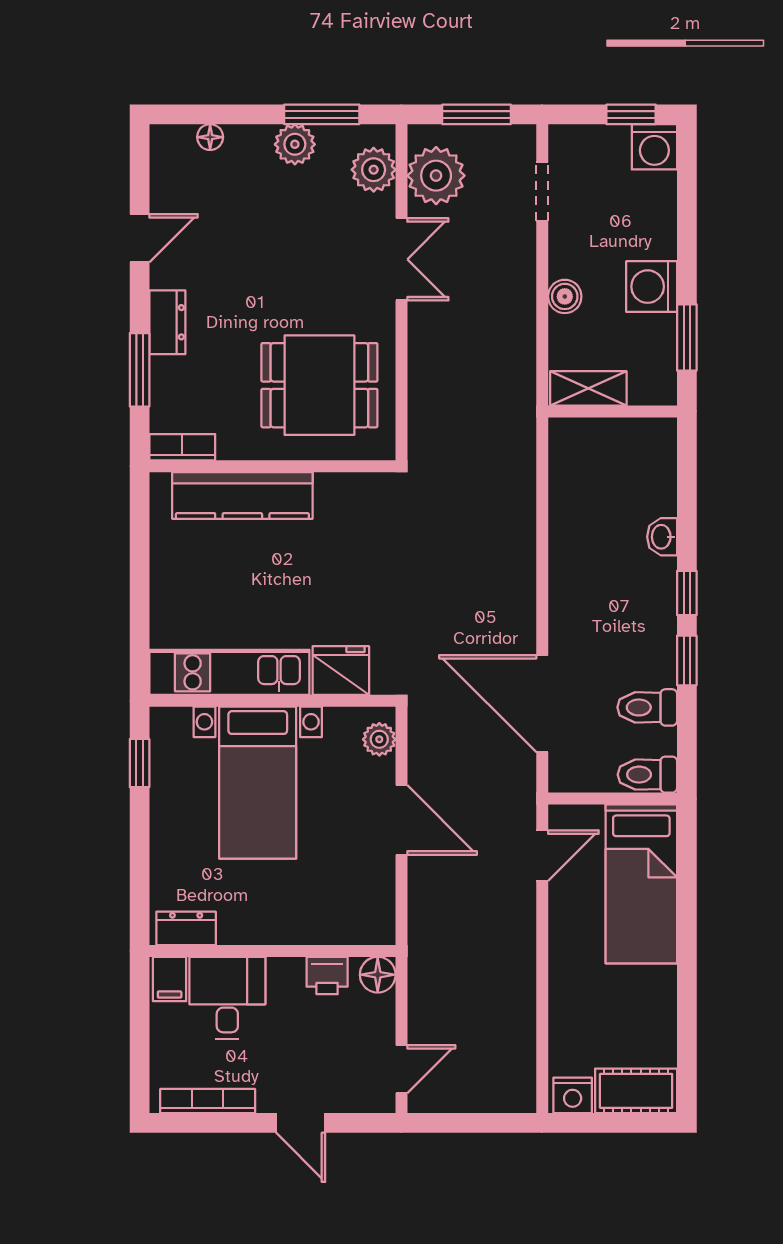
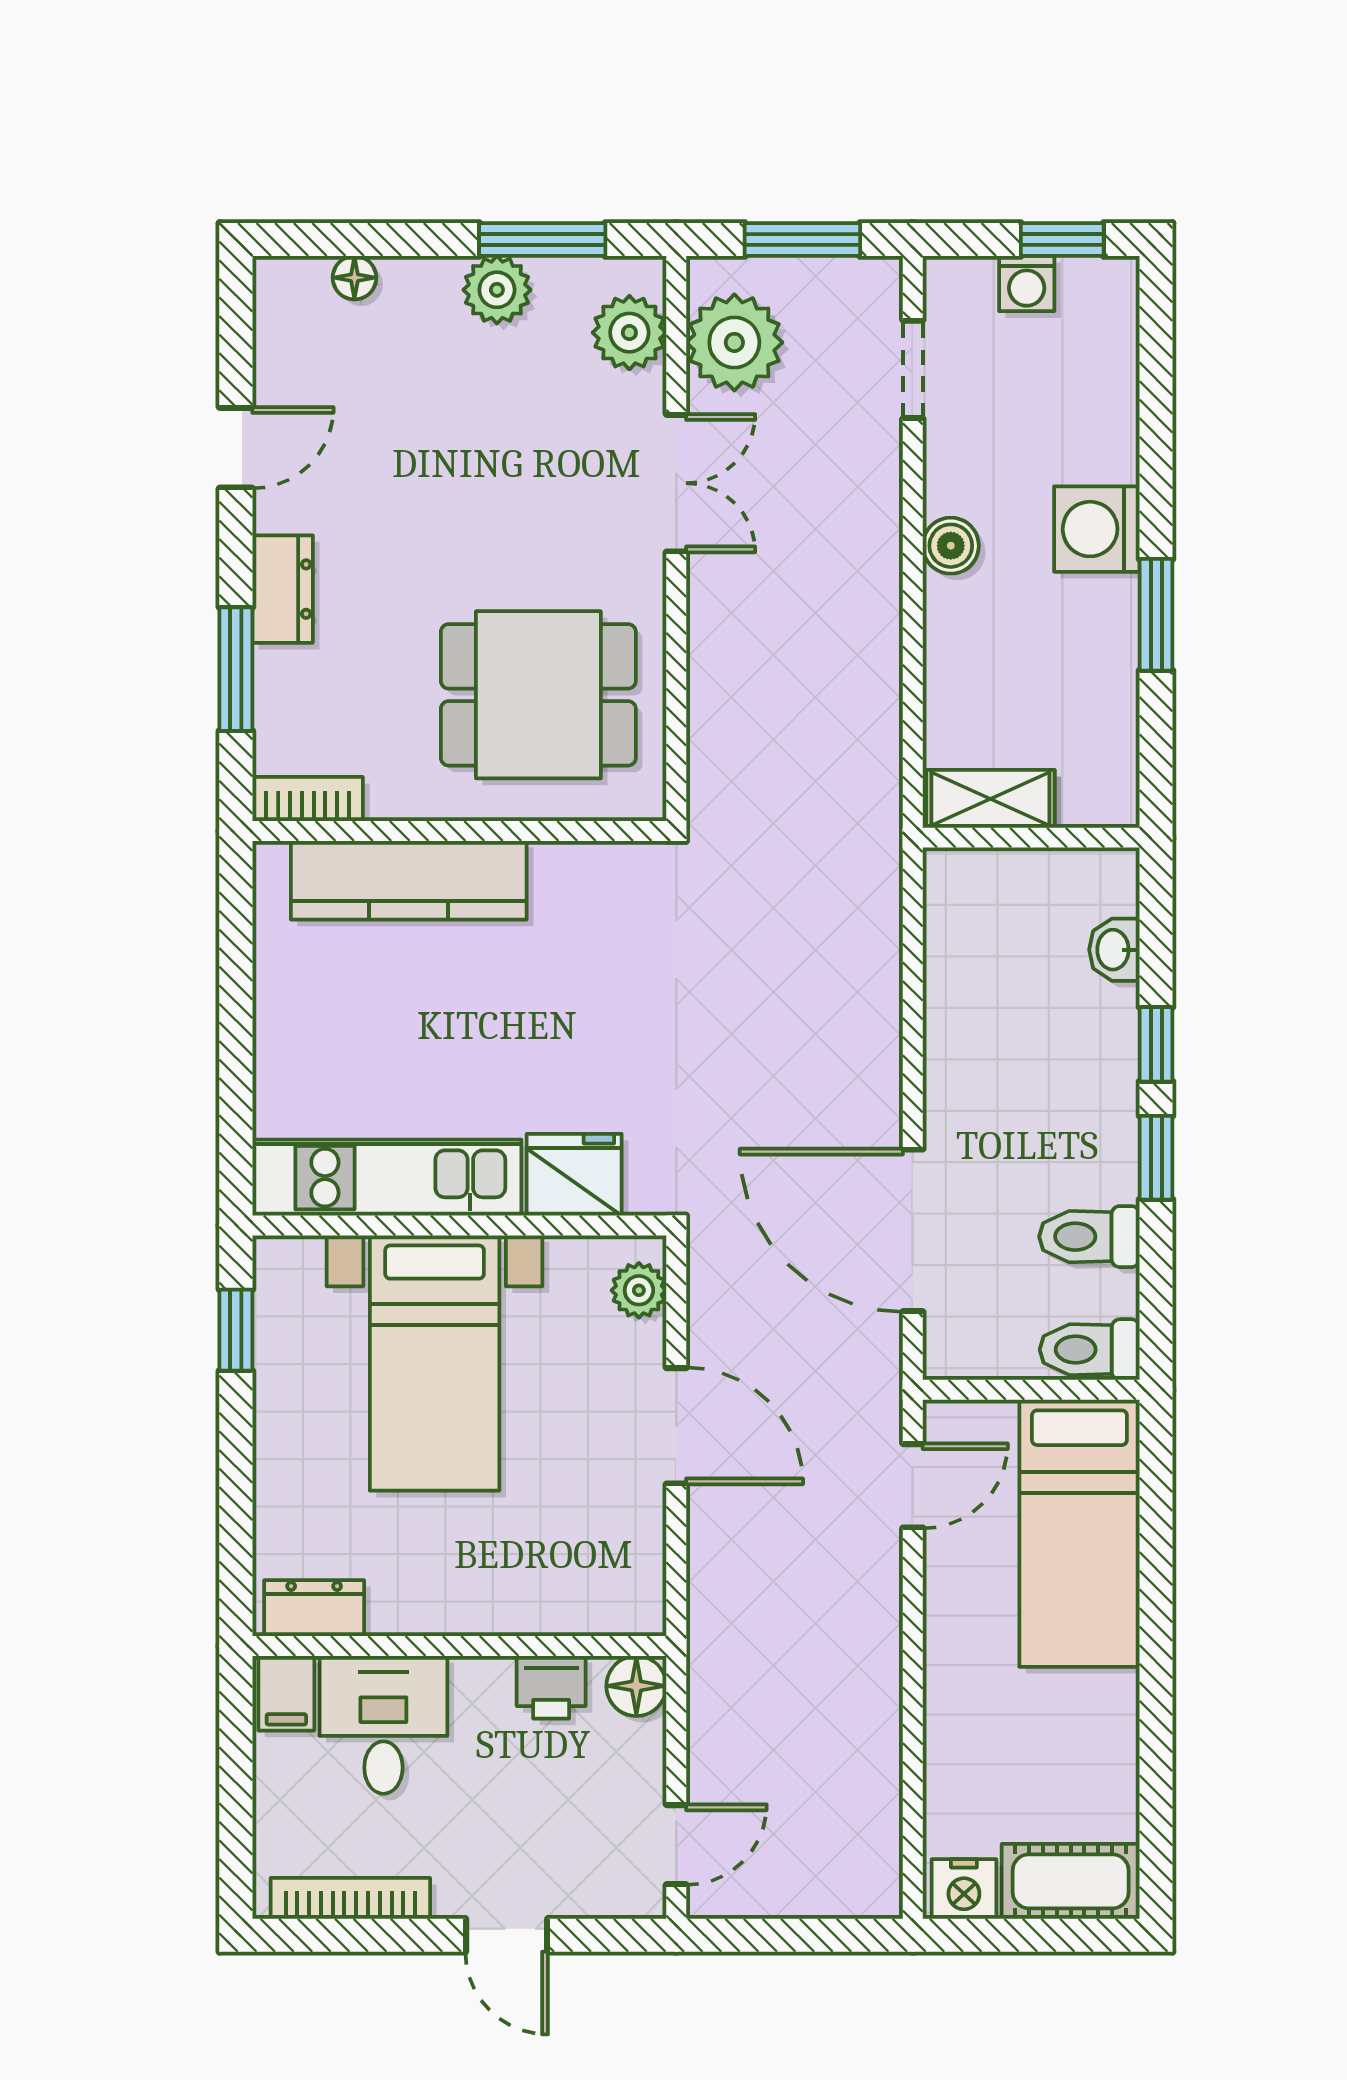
washing machine: (654, 147) -> (1027, 284), moved, width x0.73, depth x0.73
shelving: (588, 388) -> (990, 799), moved
wall: (613, 411) -> (1031, 838), moved

